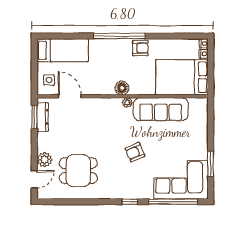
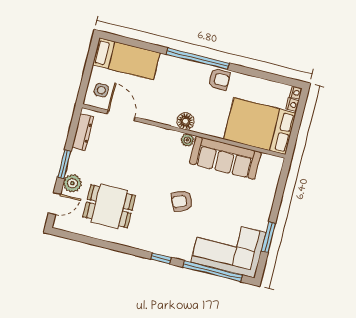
window: (34, 117) -> (64, 164), moved

